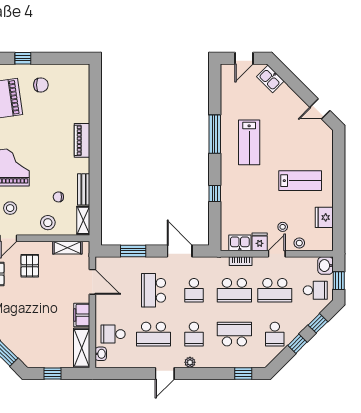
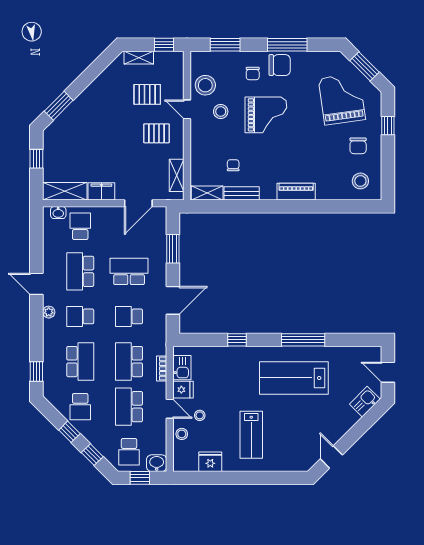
lab bench: (249, 142) -> (294, 378), width x1.36, depth x1.39
stool: (48, 223) -> (360, 181), moved
school desk: (275, 334) -> (80, 407), turned -90

